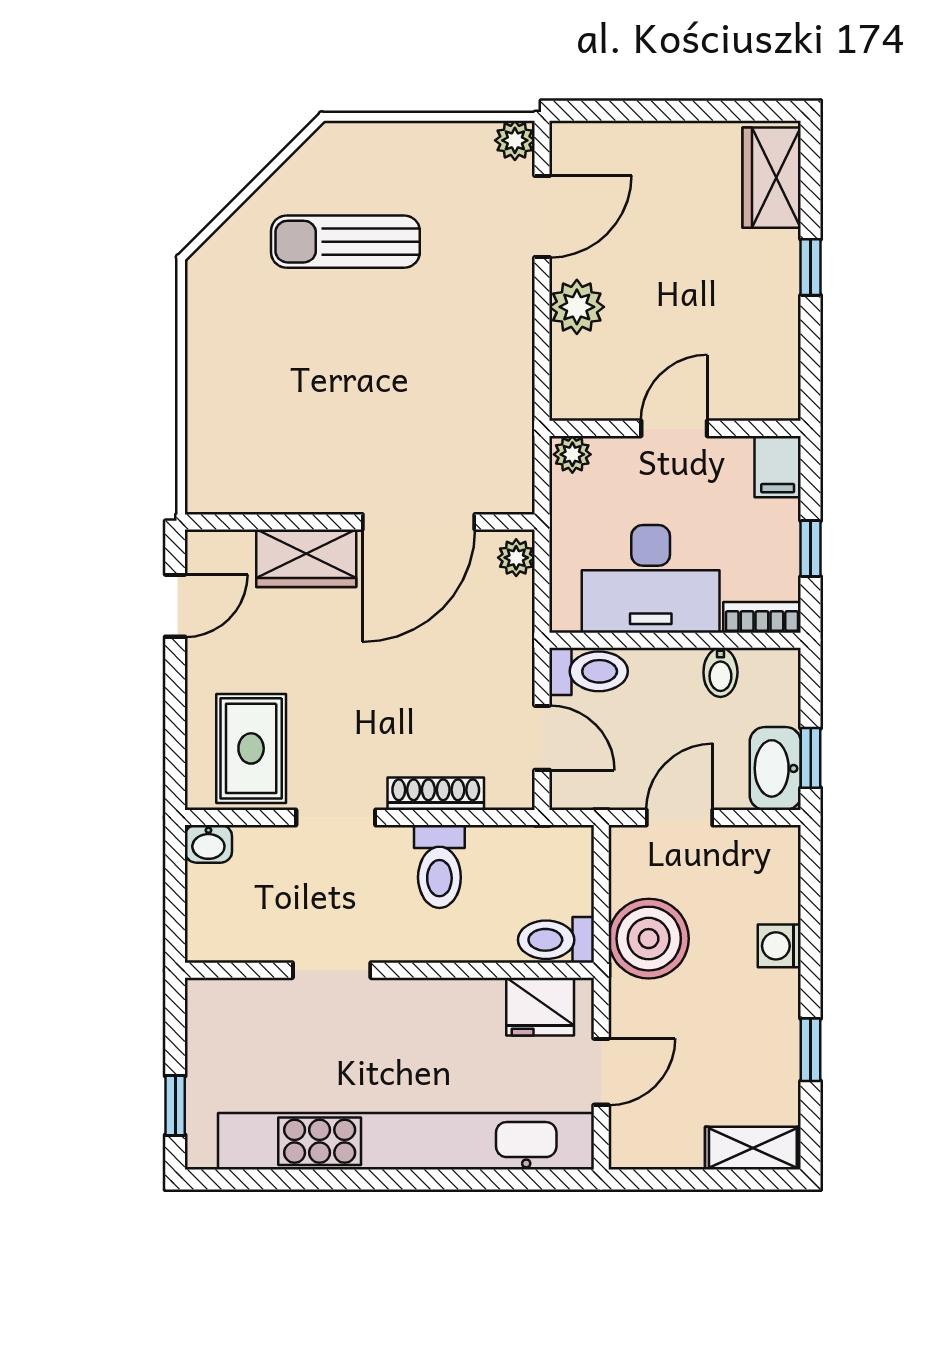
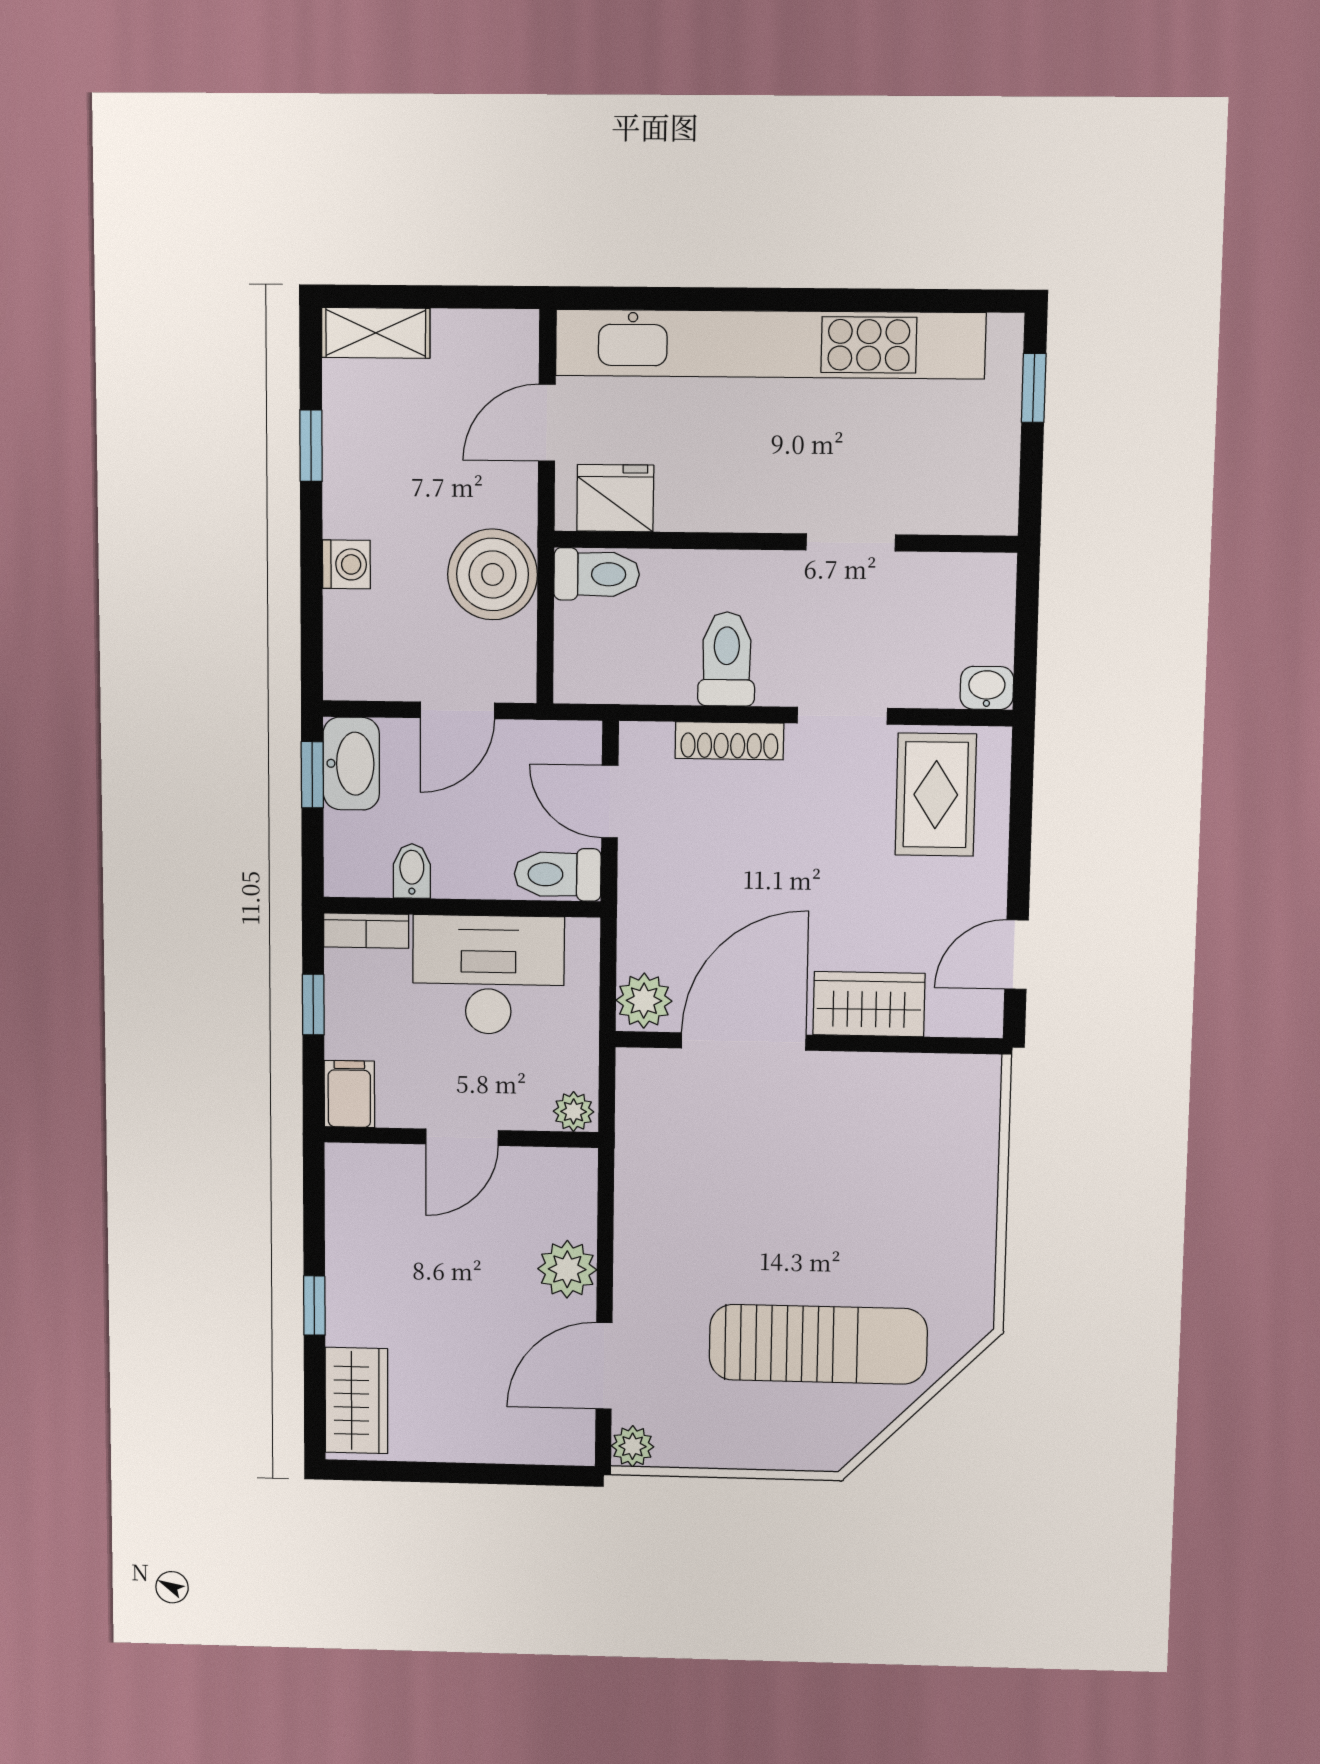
sun lounger: (345, 242) -> (818, 1344), width x1.36, depth x1.34
plant: (516, 558) -> (644, 1001), width x1.38, depth x1.38

